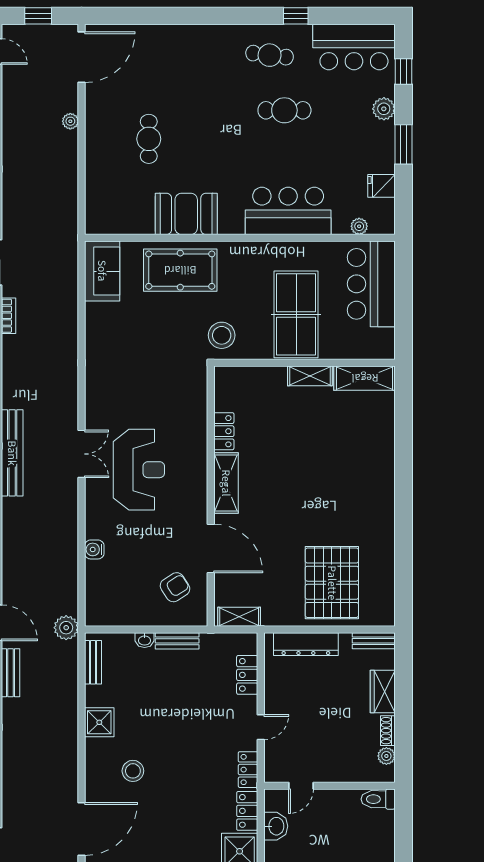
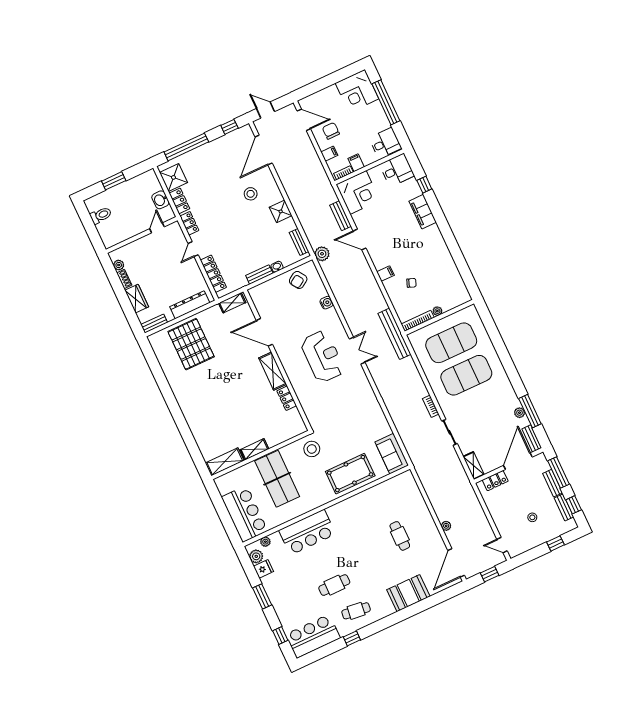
plant: (384, 109) -> (256, 556), moved
booth: (186, 214) -> (408, 593), moved
double door: (82, 454) -> (357, 351), swing flipped
reception desk: (139, 470) -> (322, 356), turned 180
armchair: (175, 587) -> (298, 280), moved
locker: (247, 675) -> (213, 274), width x1.53
toilet: (378, 799) -> (101, 215), moved

